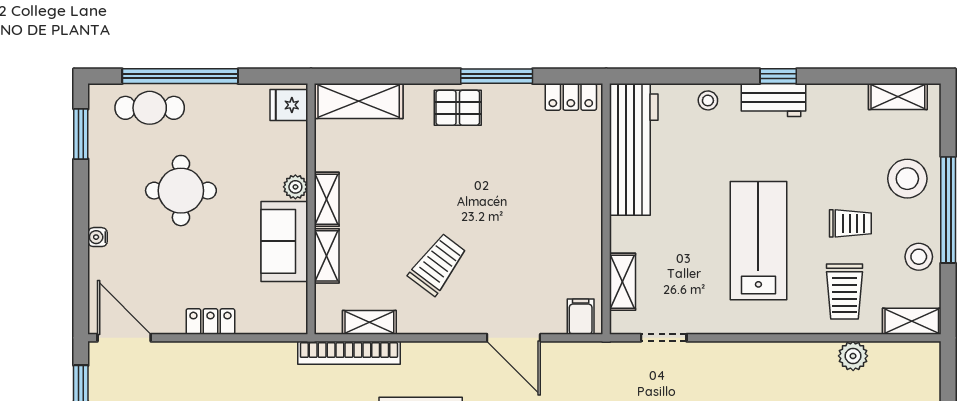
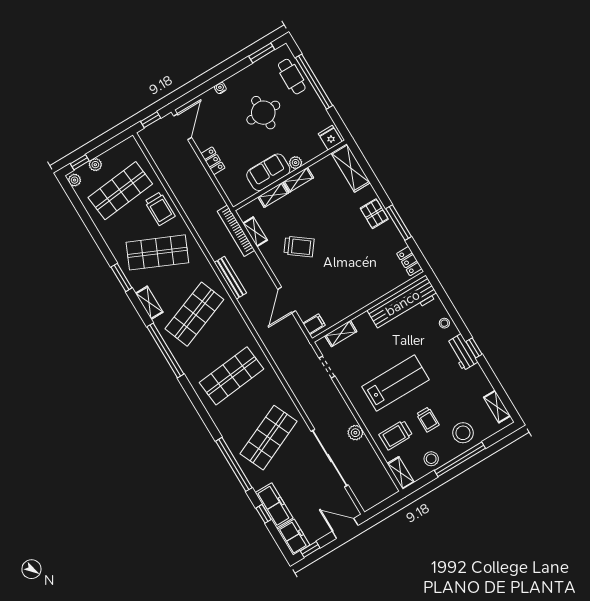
plant: (853, 356) -> (355, 433), moved

